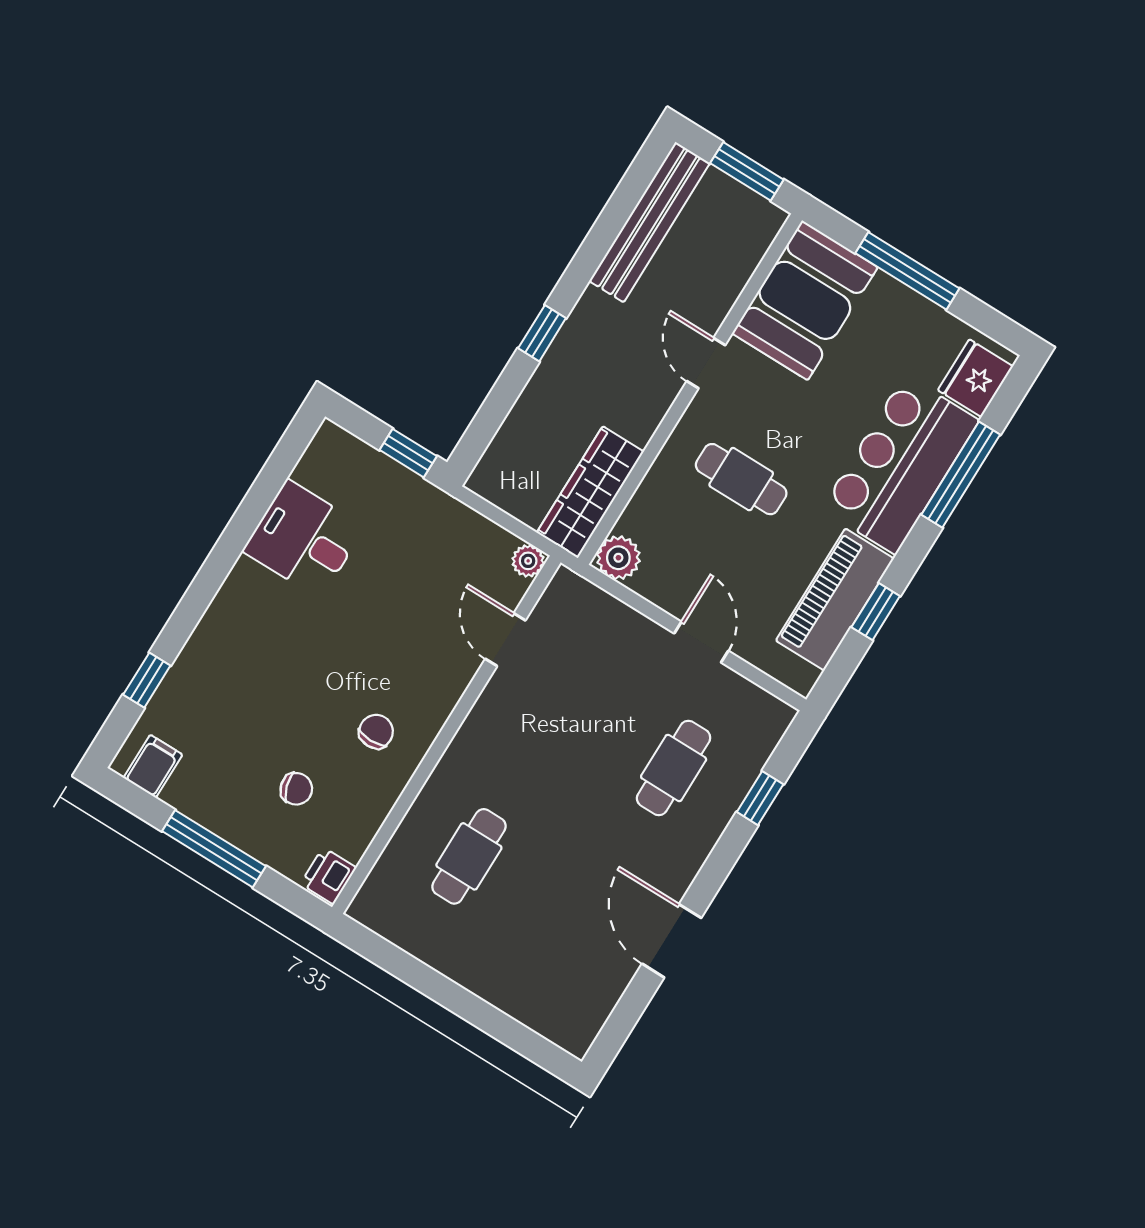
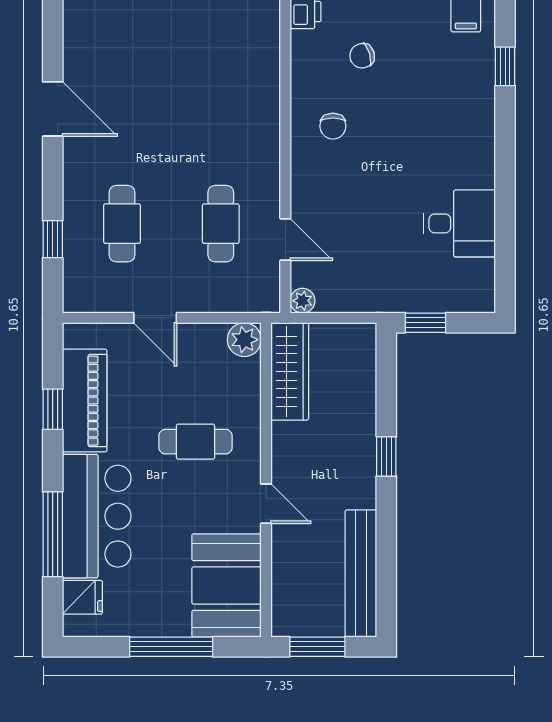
fridge: (975, 378) -> (82, 597), width x0.72
cafe table: (469, 856) -> (221, 224), moved

